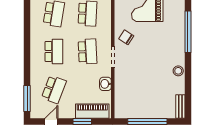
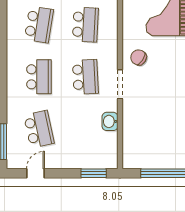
school desk: (54, 89) -> (39, 129), turned -33
piano: (92, 111) -> (92, 159), removed
window: (82, 122) -> (94, 173), moved

